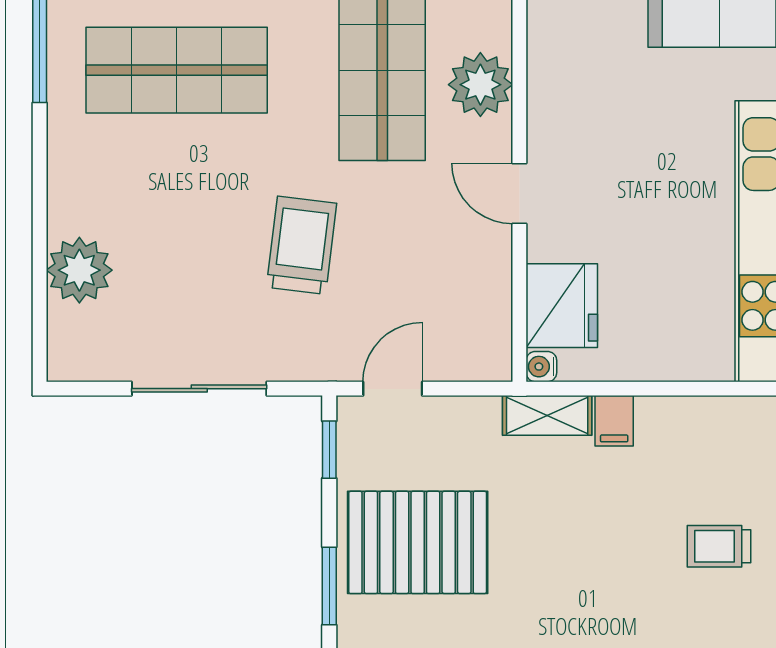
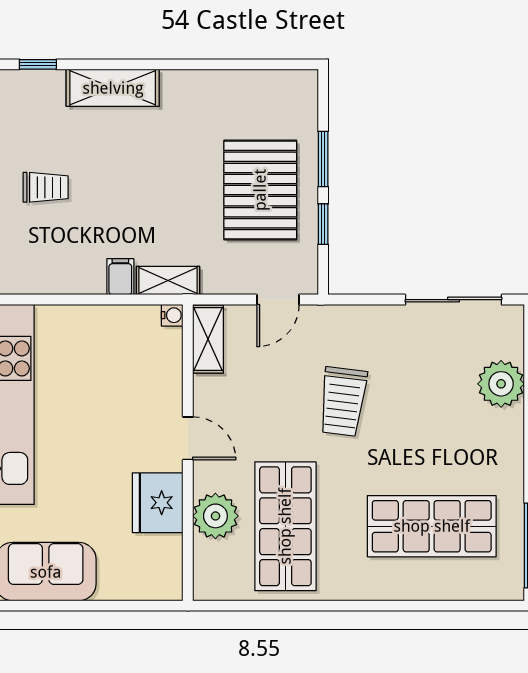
fridge: (562, 306) -> (158, 503), moved
shelving: (491, 333) -> (208, 339), added
sliding door: (199, 389) -> (453, 300), moved
window: (329, 450) -> (323, 224), moved
pallet: (418, 542) -> (260, 190), turned 90

